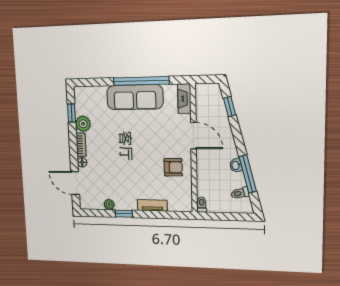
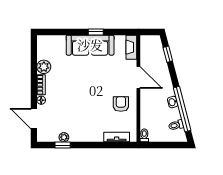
window: (141, 81) -> (96, 32), width x0.32
window: (72, 113) -> (34, 58), removed
armchair: (173, 167) -> (121, 104), turned -90
window: (248, 174) -> (182, 109), width x1.46
tv unit: (152, 205) -> (117, 137), moved
window: (124, 214) -> (63, 145), moved

